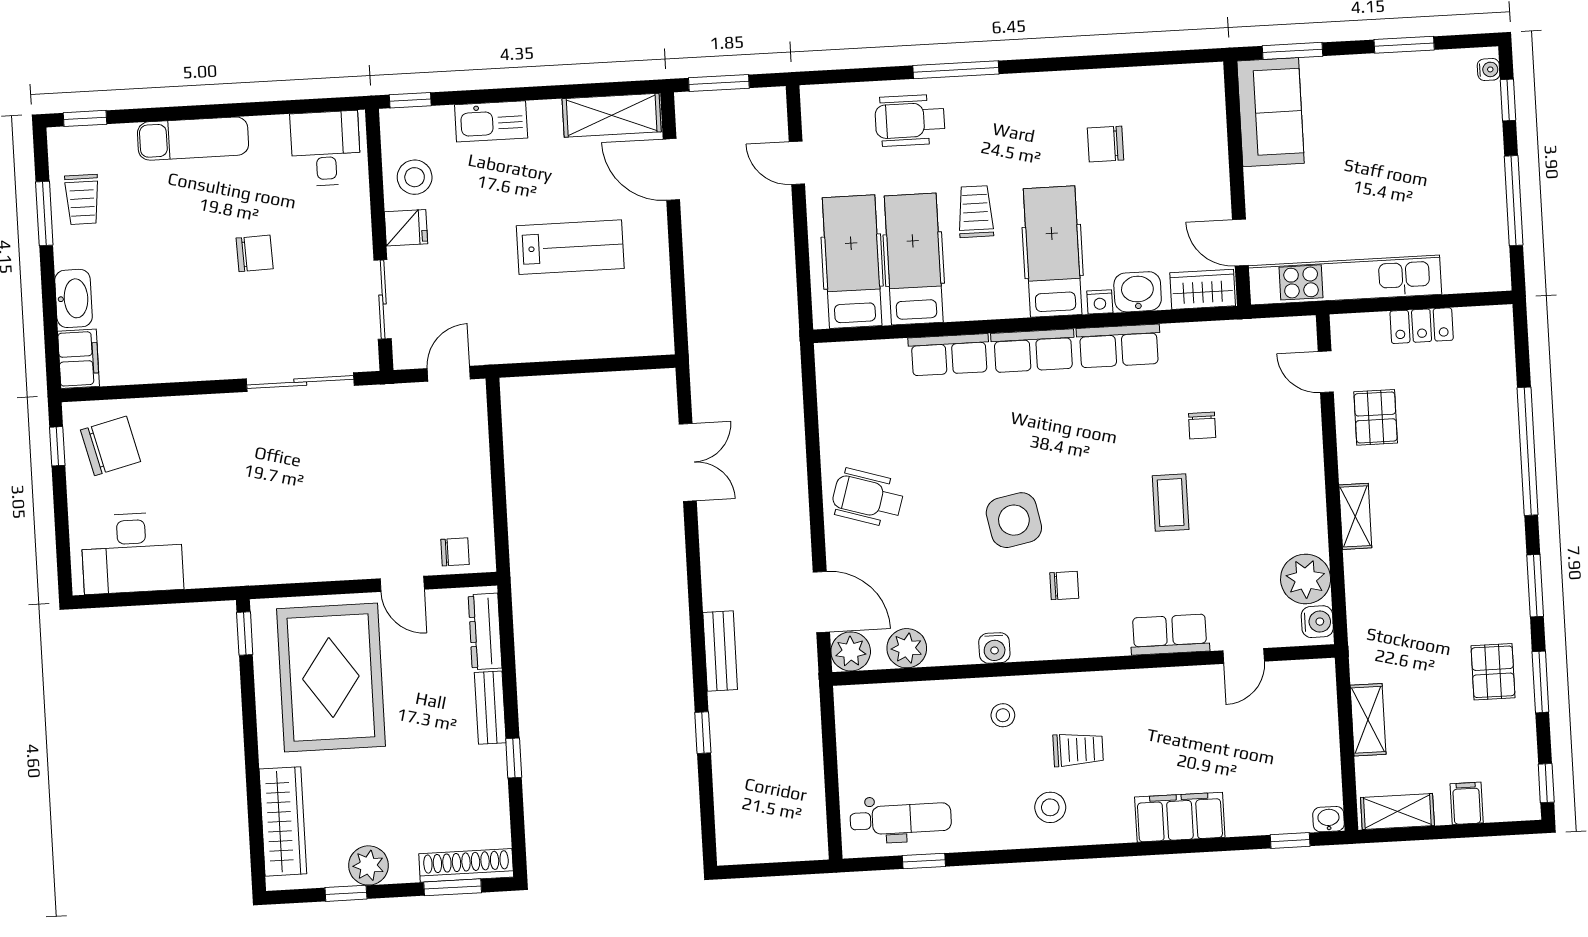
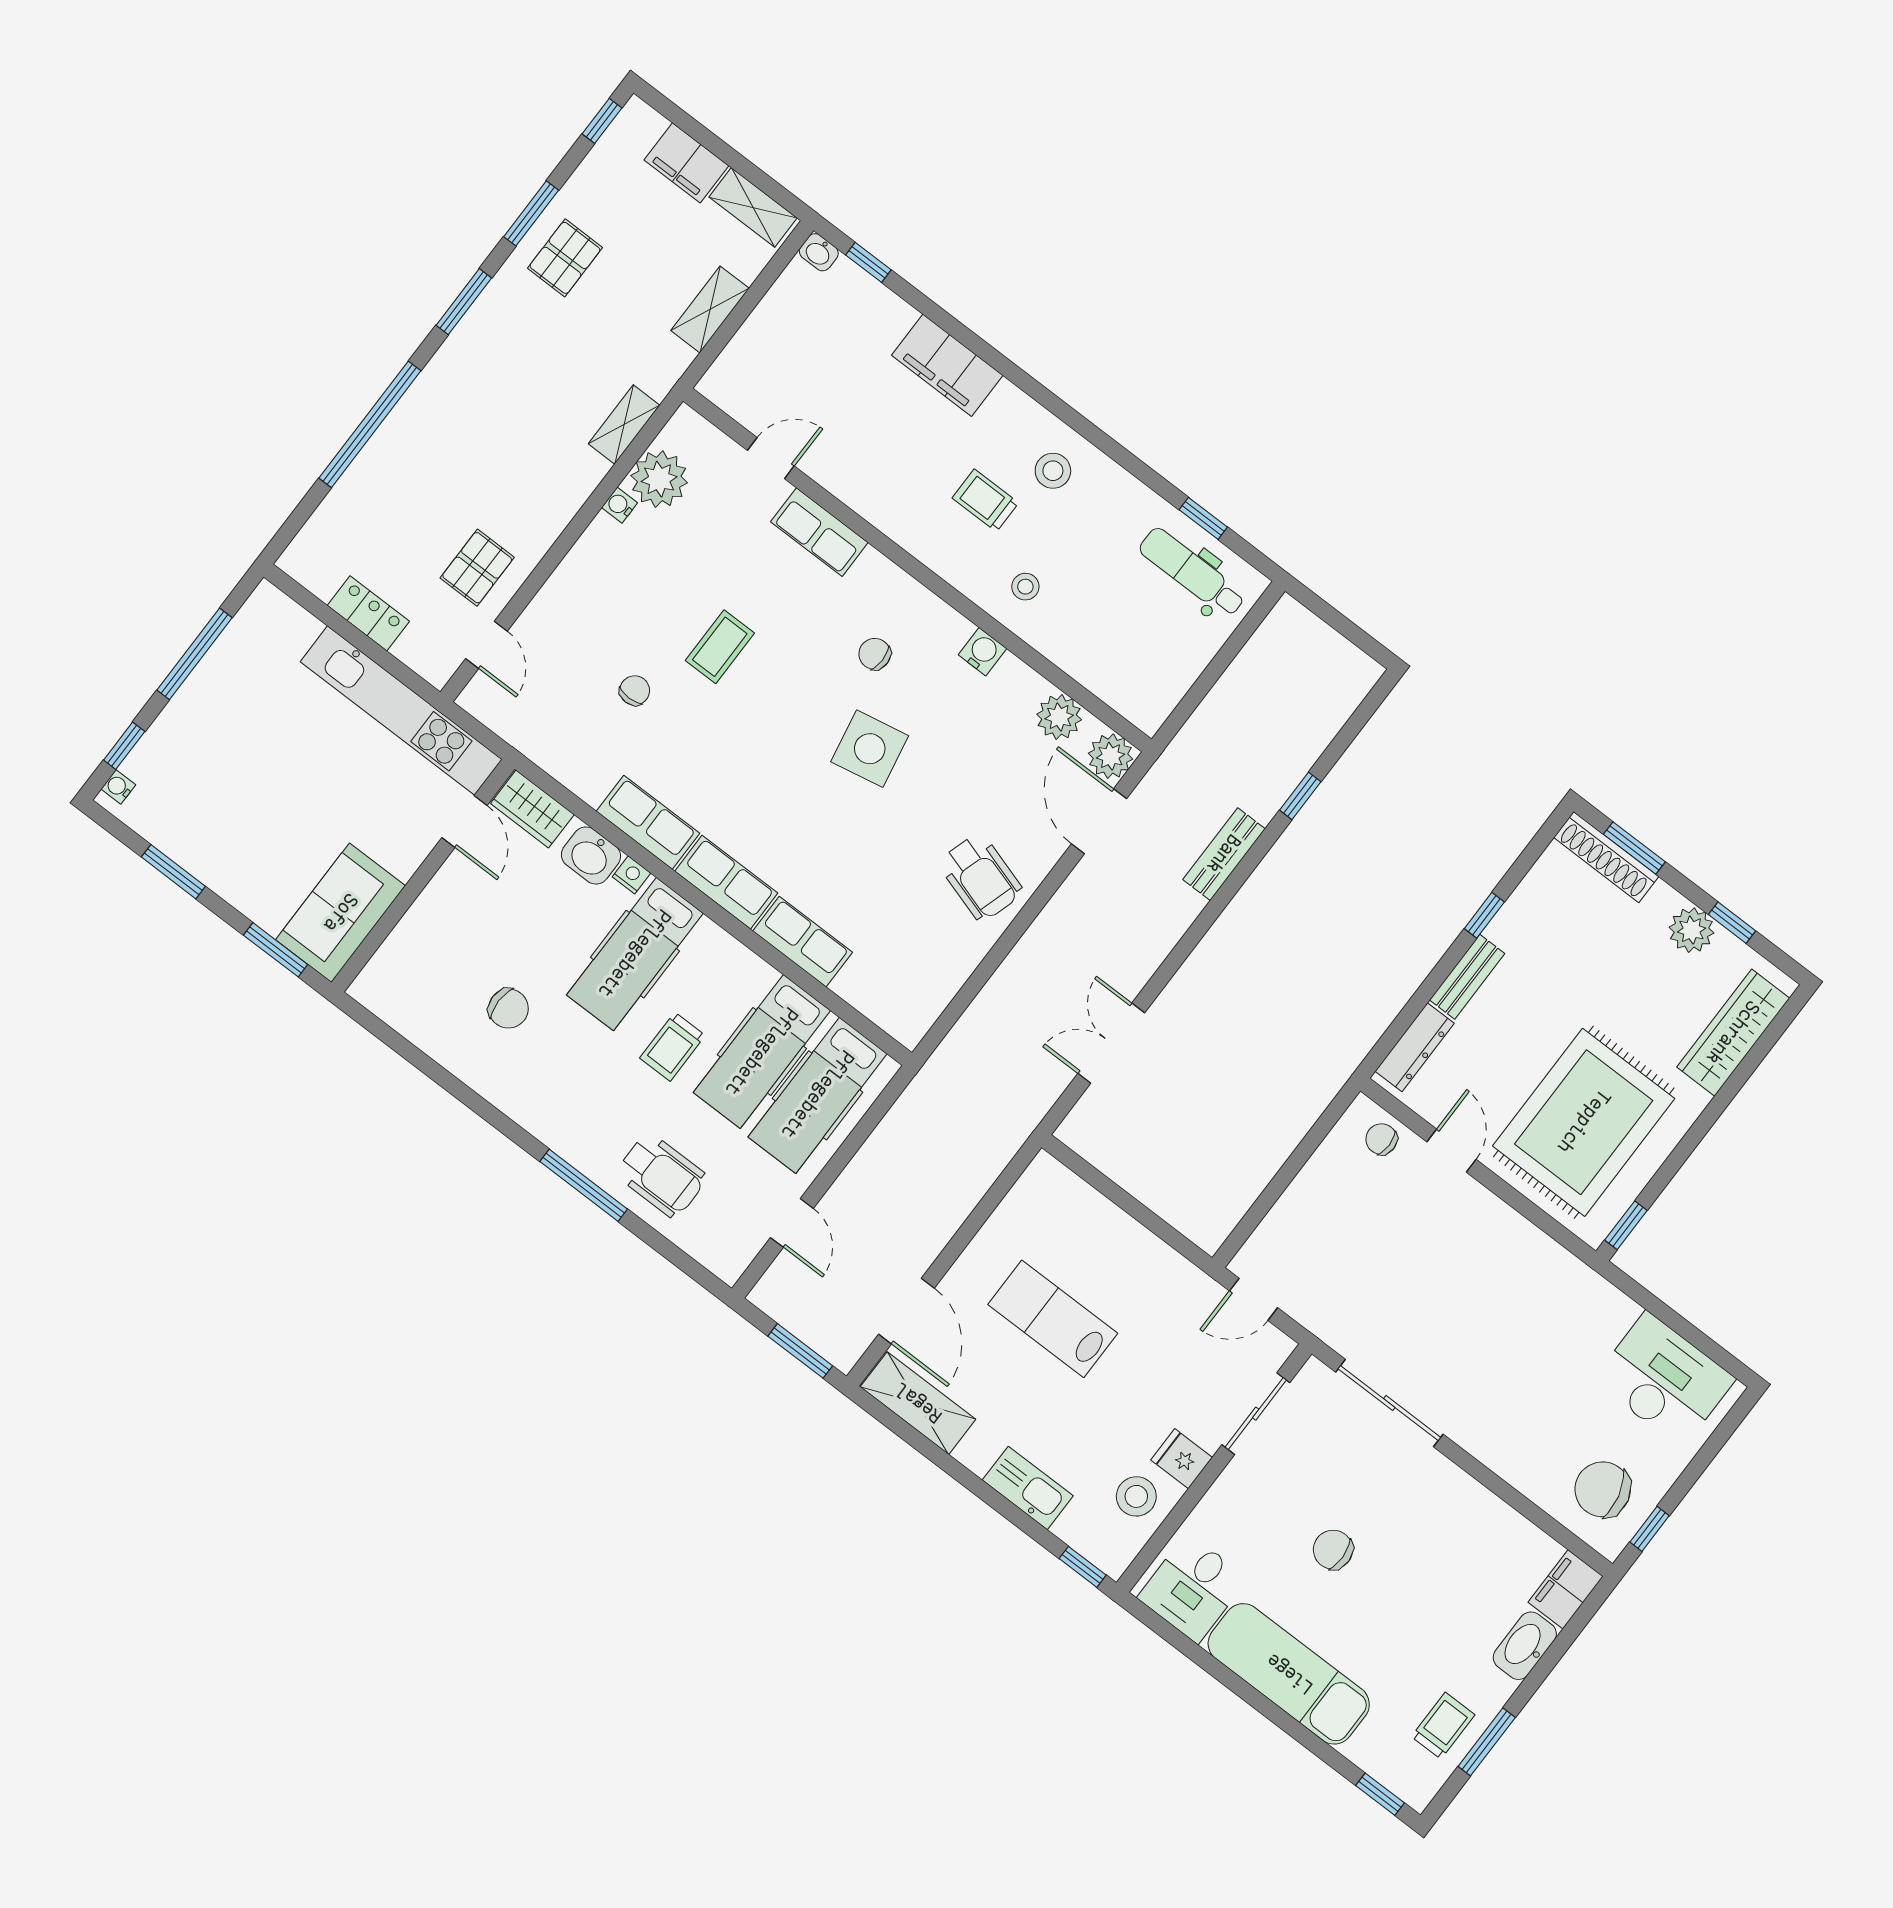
exam couch: (193, 139) -> (1289, 1674), width x1.36, depth x1.45
shelving: (1355, 516) -> (624, 425), moved
water cooler: (1317, 622) -> (620, 505), moved, width x0.72, depth x0.72
filing cabinet: (1467, 803) -> (686, 163), width x2.00

